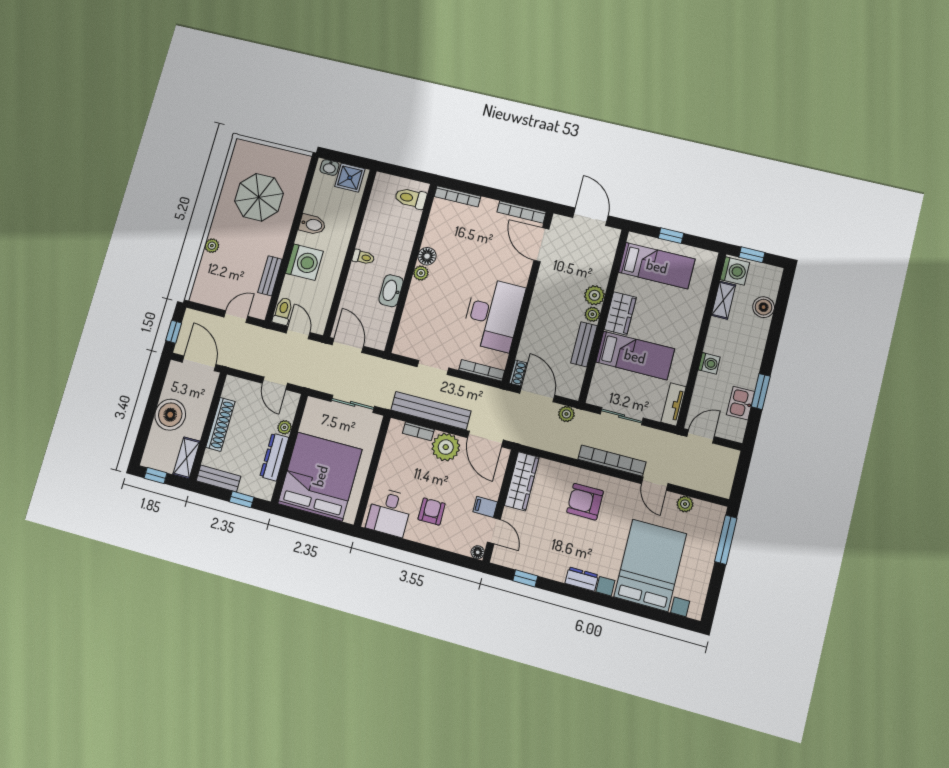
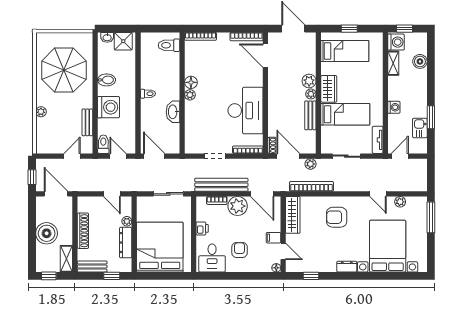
parasol: (259, 197) -> (64, 70), width x1.36, depth x1.36
bookcase: (612, 461) -> (311, 186), moved
printer: (387, 466) -> (202, 228), added

